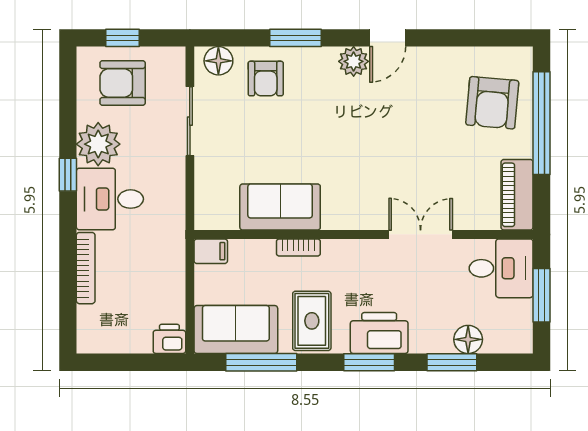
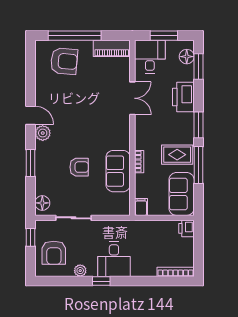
window: (123, 38) -> (30, 237), moved
armchair: (266, 79) -> (79, 167), moved
plant: (98, 144) -> (80, 271), width x0.53, depth x0.53
double door: (421, 234) -> (132, 98), swing flipped
bookcase: (86, 268) -> (176, 272), moved
printer: (379, 333) -> (183, 97), moved
floor lamp: (468, 339) -> (187, 57), moved
window: (261, 362) -> (199, 165), moved
window: (452, 362) -> (199, 67), moved

